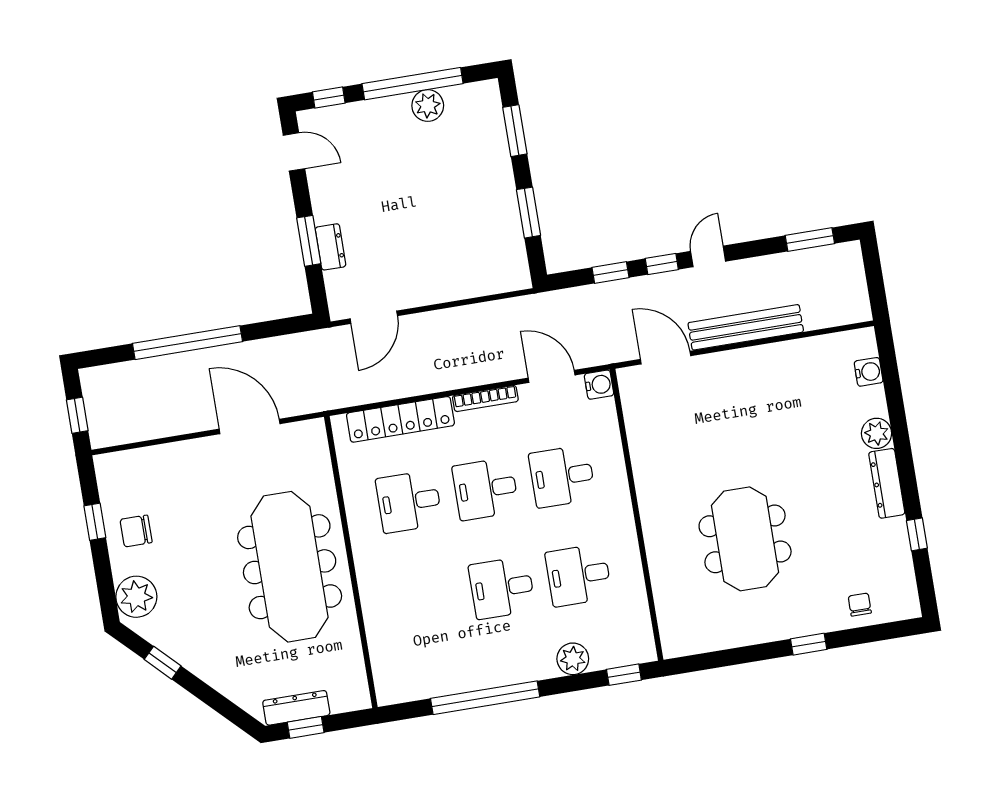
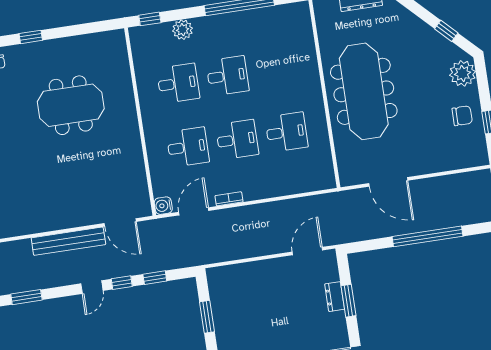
door: (552, 376) -> (194, 211), swing flipped
bookcase: (485, 399) -> (229, 199), width x0.64
locker: (400, 419) -> (291, 185), removed
meeting table: (745, 539) -> (71, 105), turned 90

